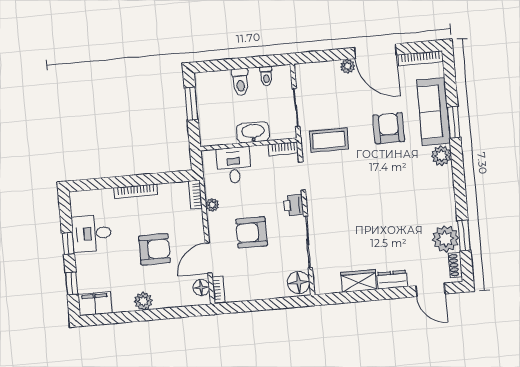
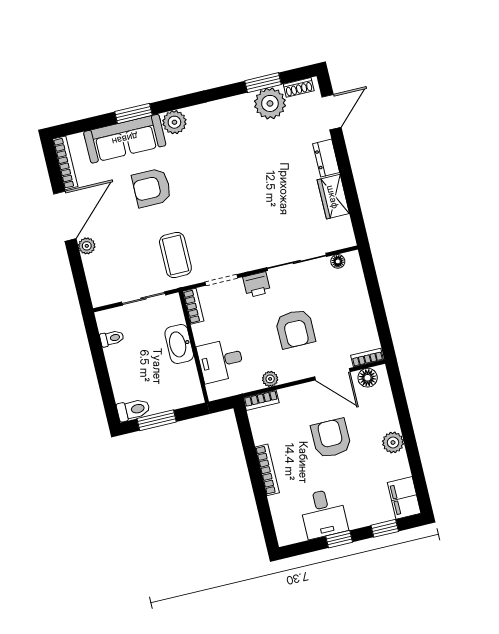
toilet: (240, 82) -> (133, 410), moved
floor lamp: (299, 282) -> (338, 261), width x0.53, depth x0.53

